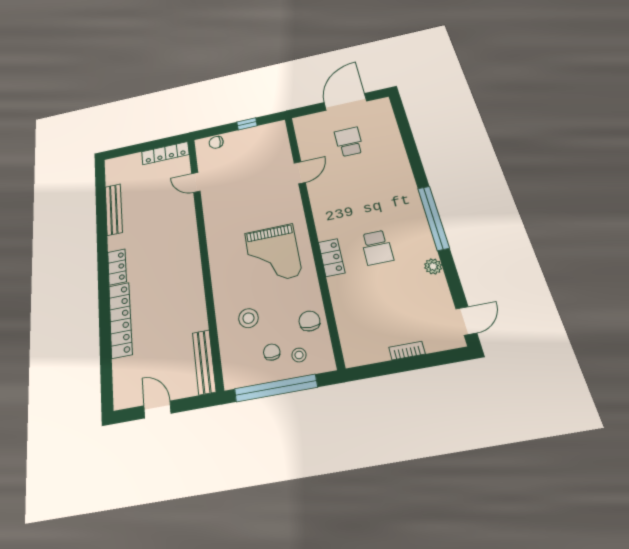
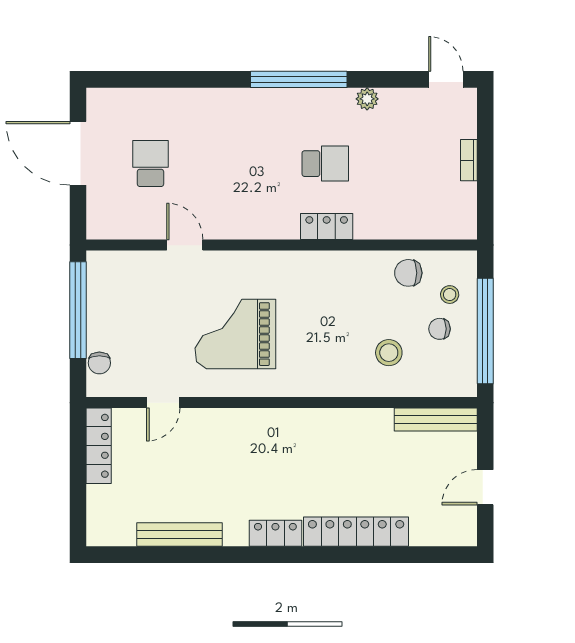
window: (247, 124) -> (78, 310), width x3.17
school desk: (349, 142) -> (150, 164), turned 90
grand piano: (273, 254) -> (235, 334), moved, turned 180

